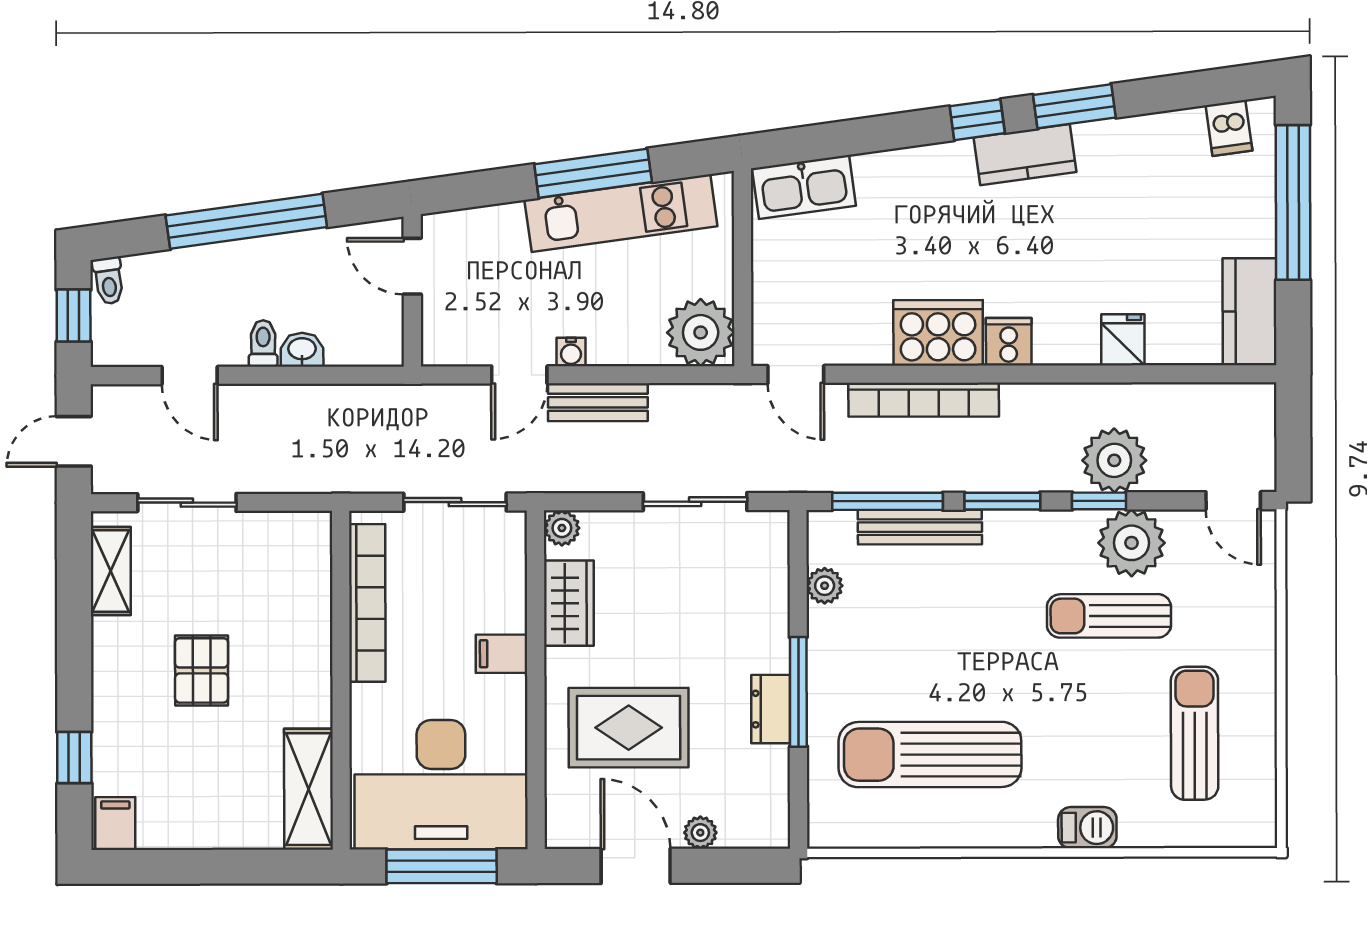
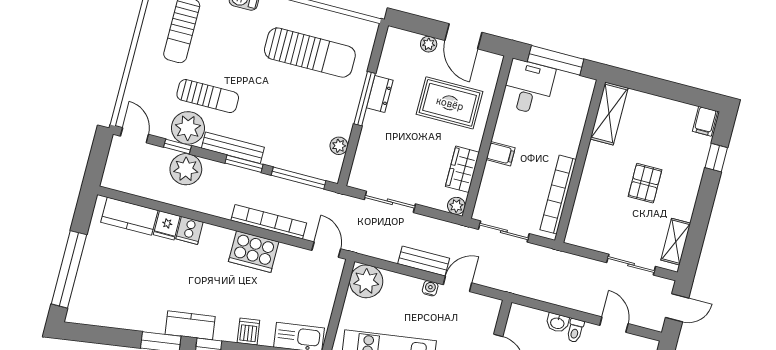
dishwasher: (1229, 128) -> (248, 332), moved
kitchen counter: (1249, 312) -> (129, 216), moved, turned 90
cooker: (1009, 342) -> (190, 230), moved
window: (1099, 501) -> (177, 146), moved
bench: (920, 527) -> (233, 148), moved
desk: (441, 785) -> (528, 87), width x0.53, depth x0.77

